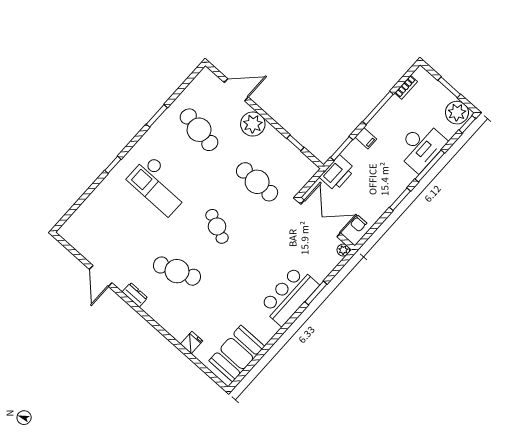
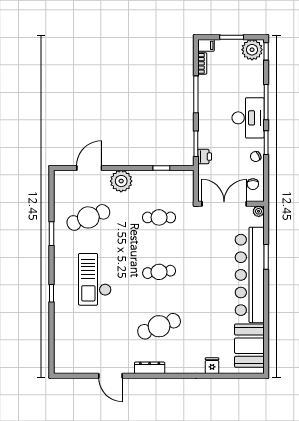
cafe table: (199, 130) -> (88, 217), turned -30
filing cabinet: (366, 138) -> (206, 45), moved
desk: (421, 146) -> (248, 118), moved
printer: (337, 173) -> (205, 157), width x0.53, depth x0.68
cafe table: (257, 182) -> (159, 217), width x0.73, depth x0.74
checkout: (159, 185) -> (95, 279), turned 90
chair: (381, 203) -> (256, 157), added
cafe table: (217, 226) -> (159, 272), turned -30
dresser: (135, 295) -> (150, 368), width x1.44
bar counter: (289, 296) -> (250, 275), width x1.86

